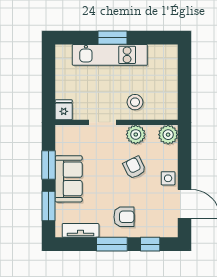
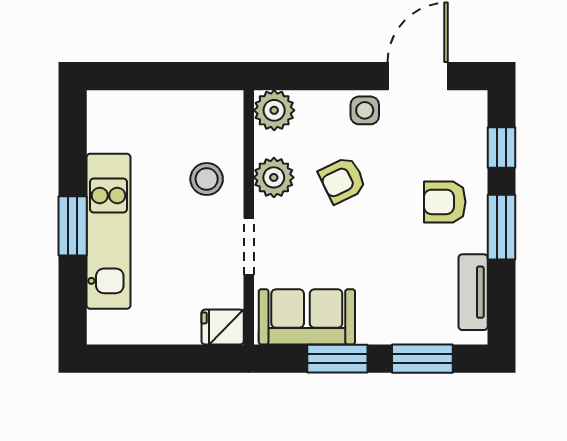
sofa: (69, 179) -> (307, 317), moved
armchair: (124, 217) -> (445, 202), turned -90

